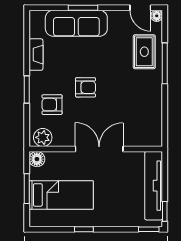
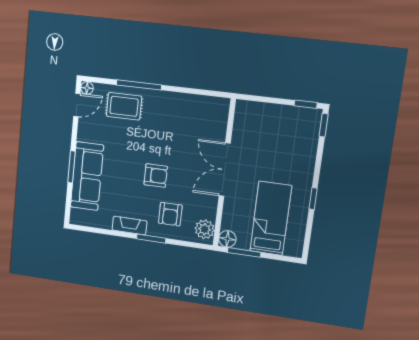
fireplace: (36, 55) -> (130, 226), moved
armchair: (86, 87) -> (156, 176), turned 90
tv unit: (154, 186) -> (274, 114), removed
window: (27, 189) -> (244, 252), moved

